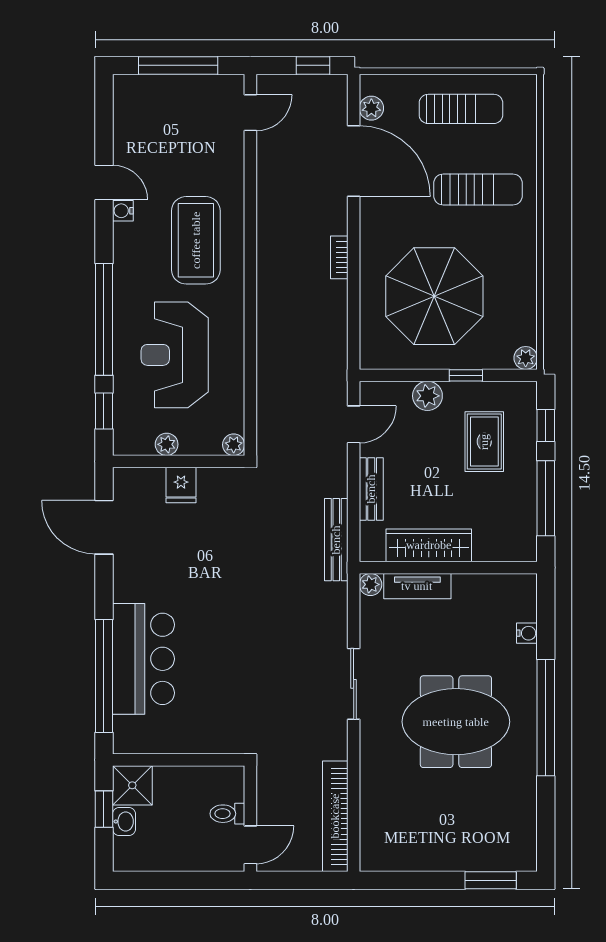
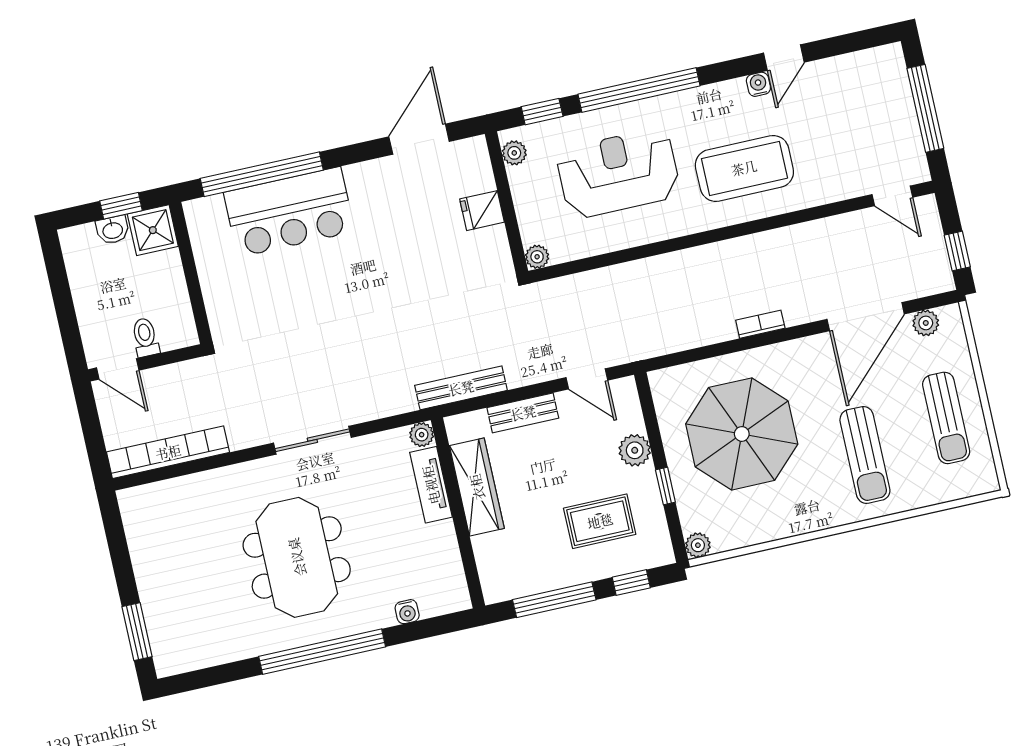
plant: (167, 444) -> (514, 153), moved

